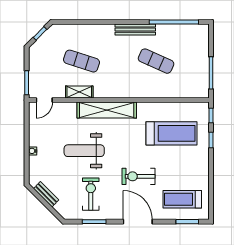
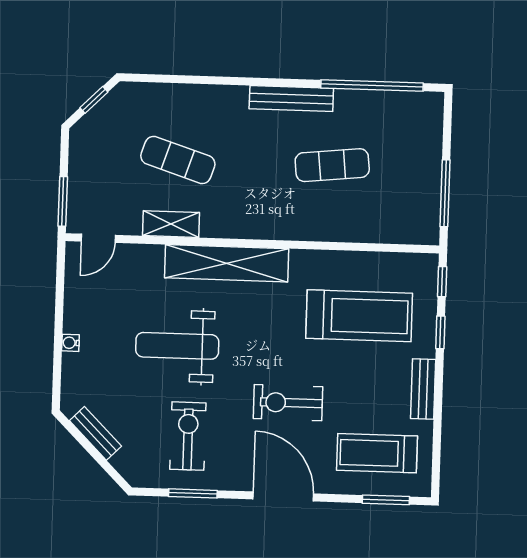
exercise mat: (156, 61) -> (332, 165), turned -30
bench: (203, 168) -> (423, 389), added

